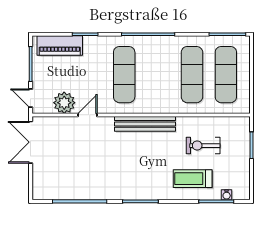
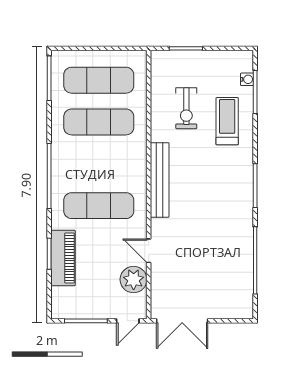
piano: (60, 45) -> (63, 258), moved
treadmill: (193, 179) -> (227, 121), turned 180

